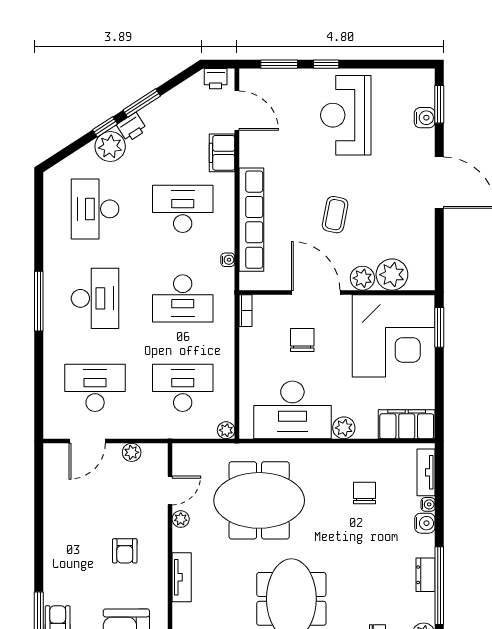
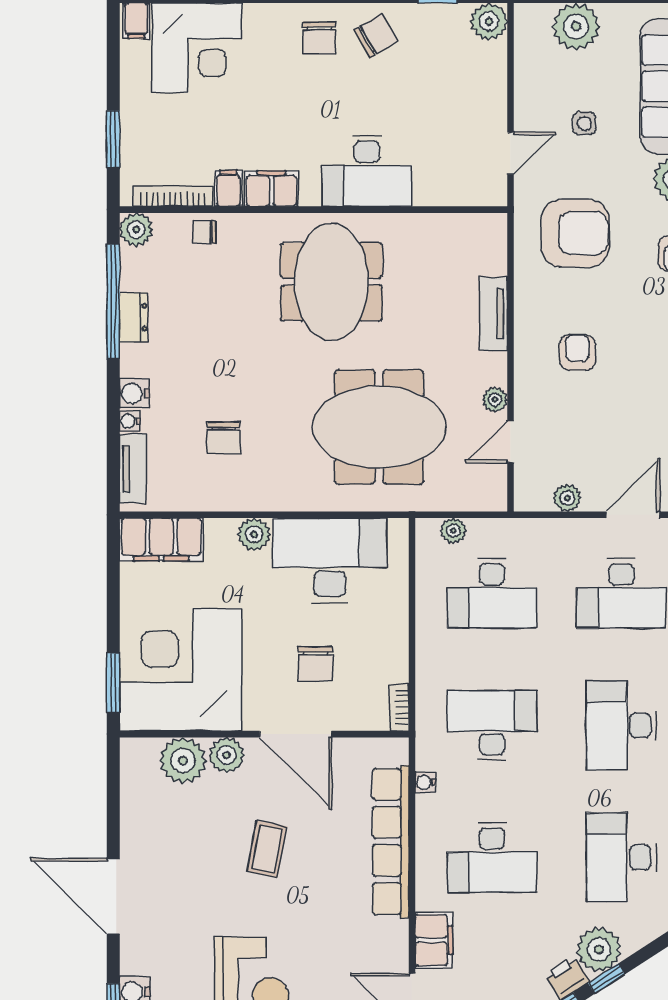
desk: (95, 209) -> (621, 857), turned 180
plant: (226, 430) -> (453, 531), moved

